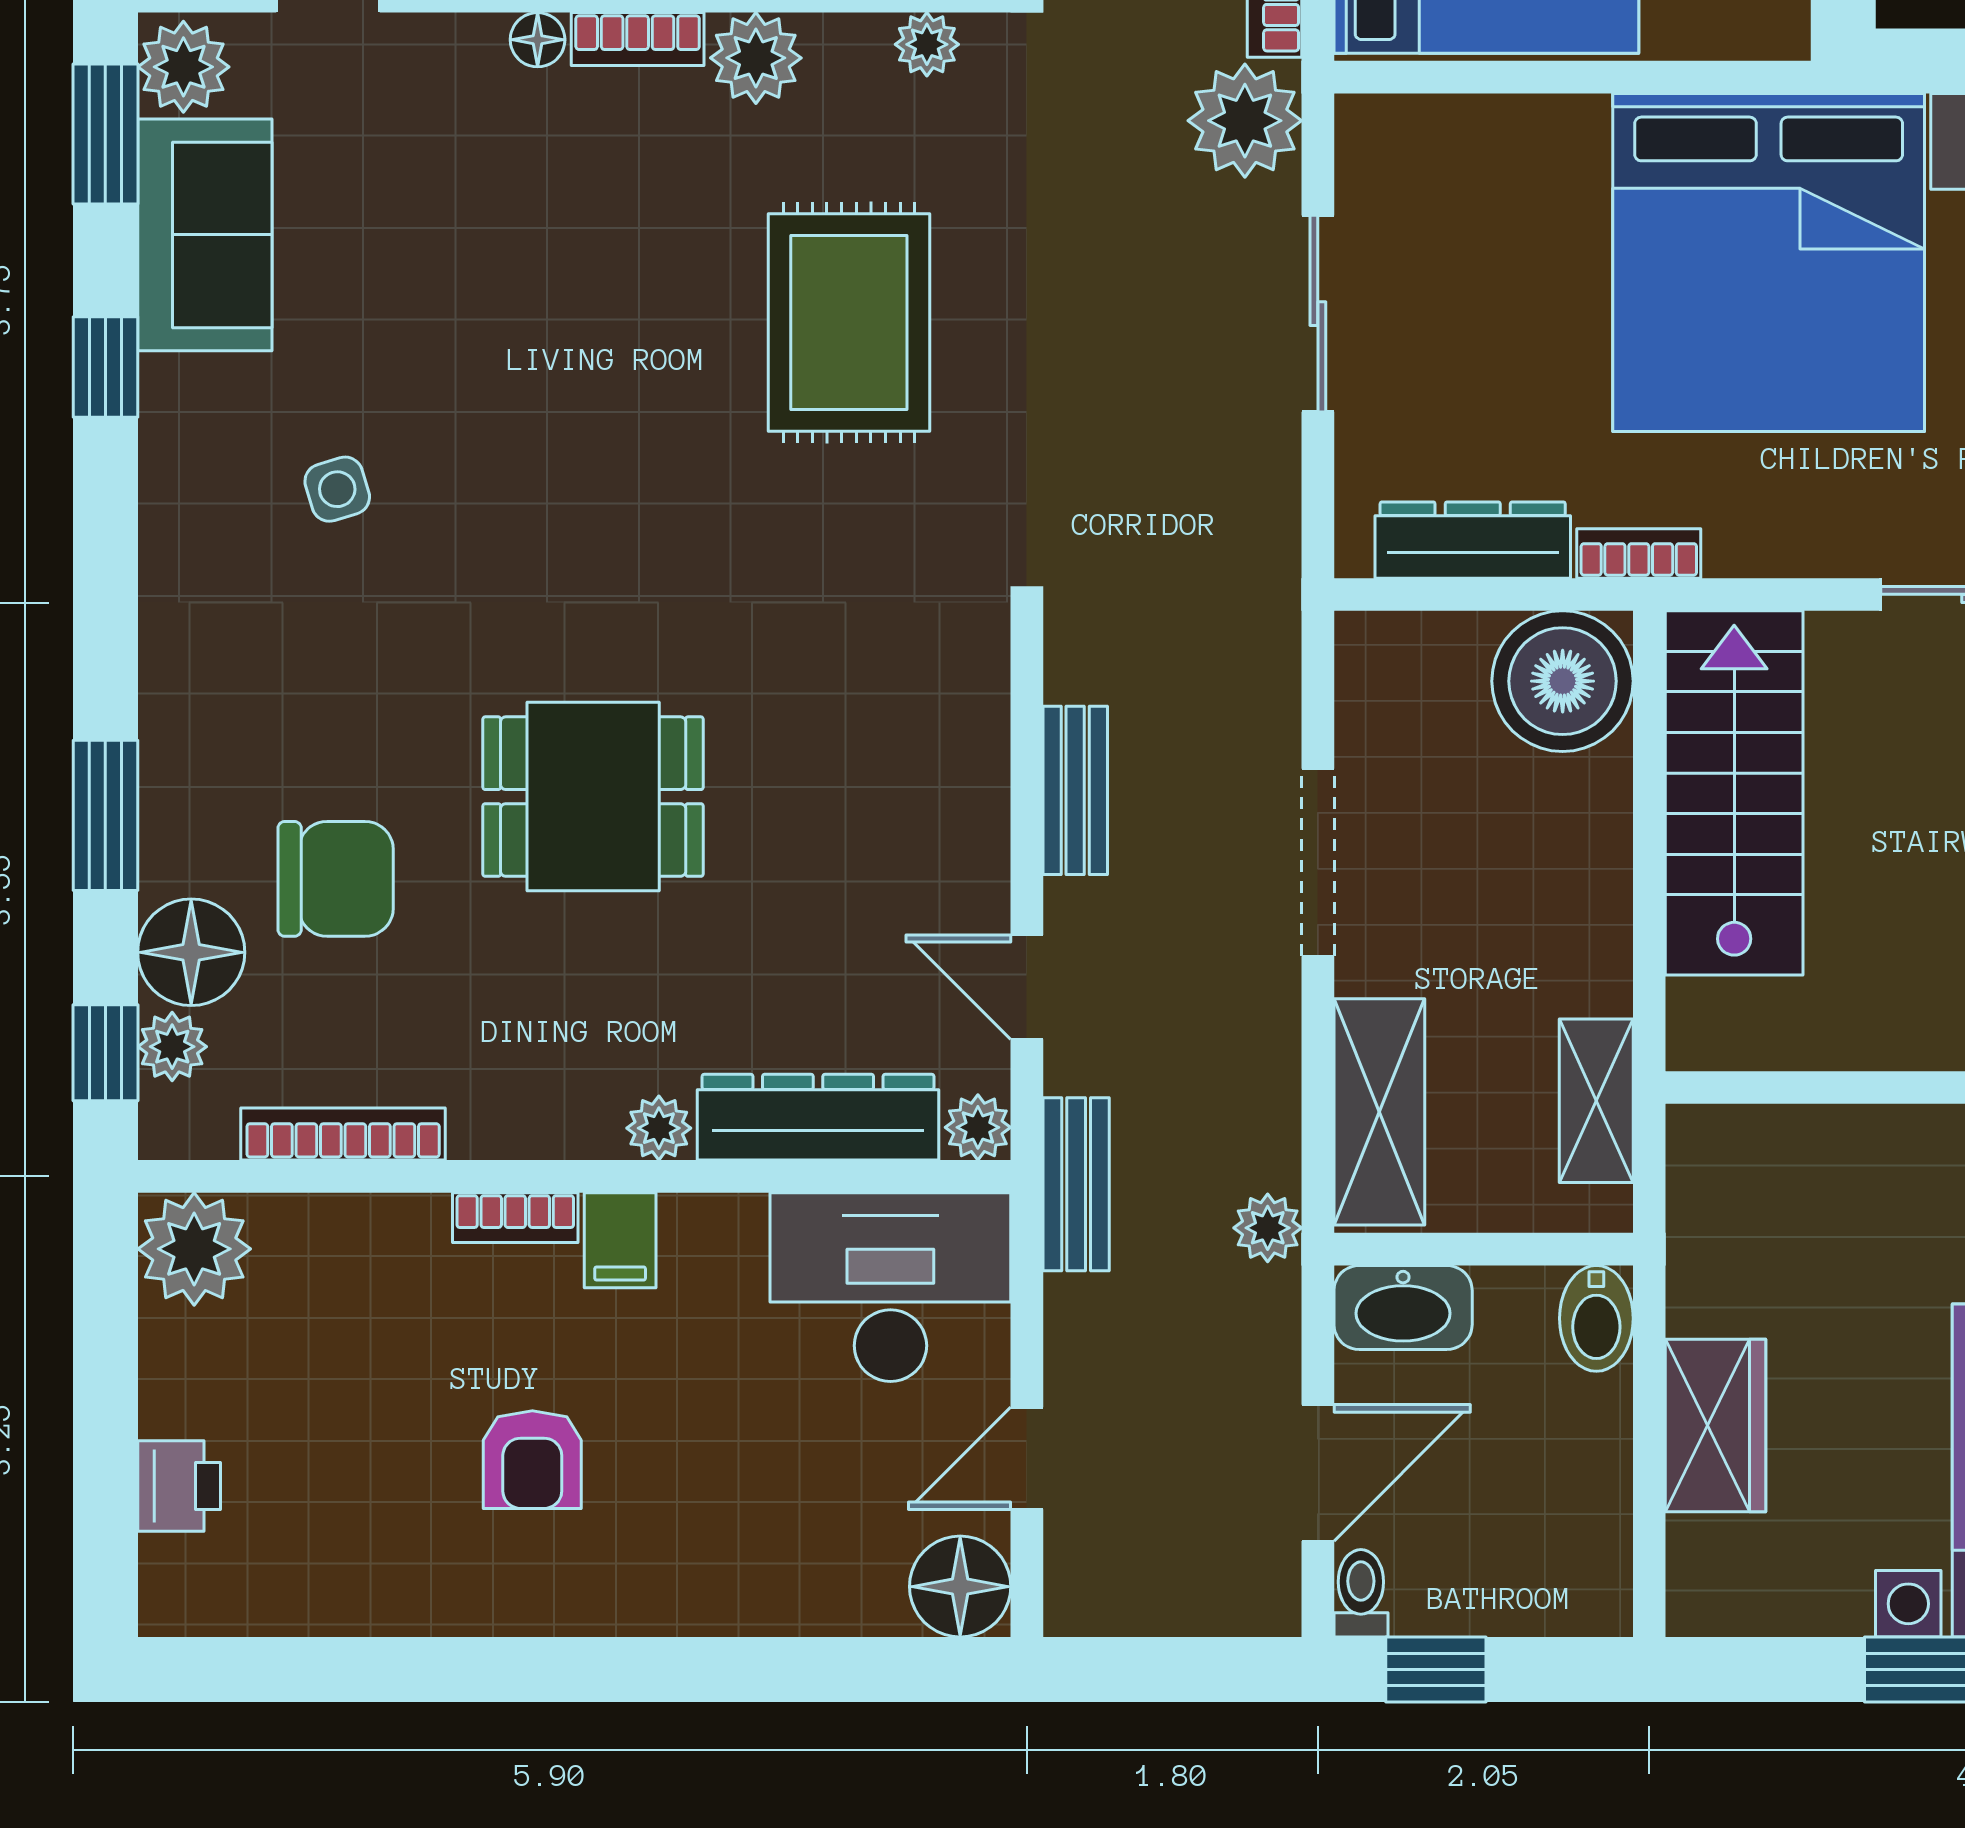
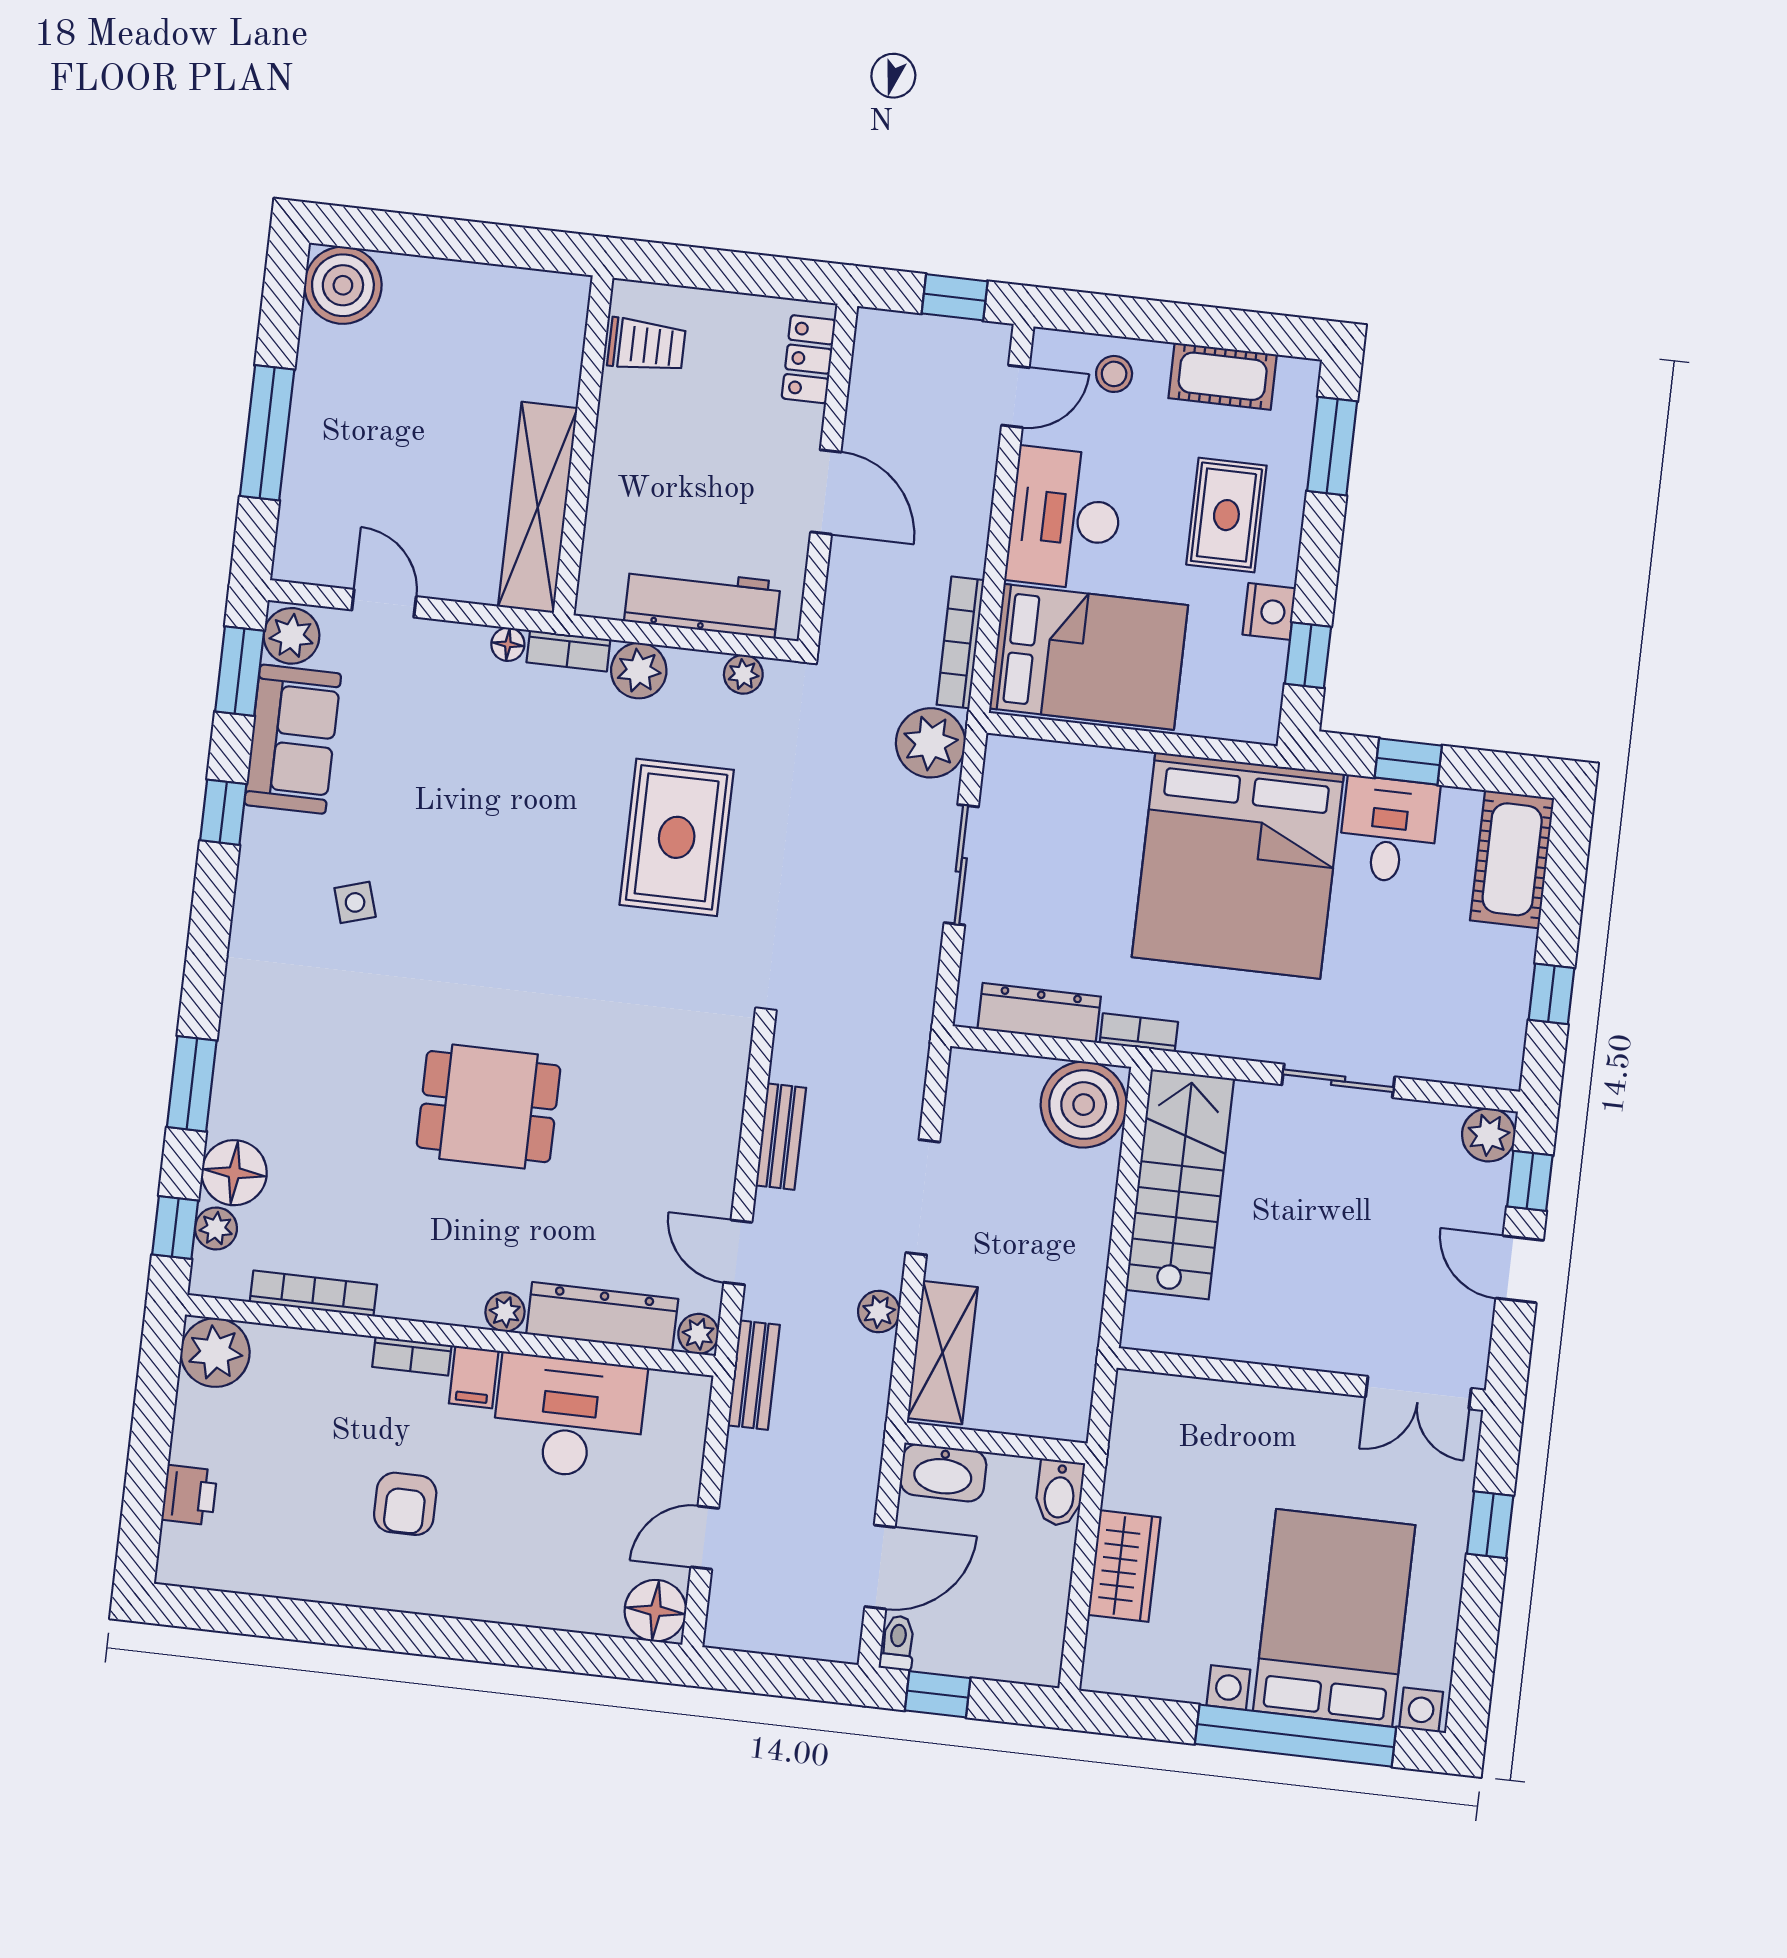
chair: (336, 879) -> (327, 1138), removed
shelving: (1596, 1101) -> (1075, 1361), removed
plant: (1268, 1228) -> (879, 1312), moved
desk: (890, 1287) -> (569, 1417), moved

